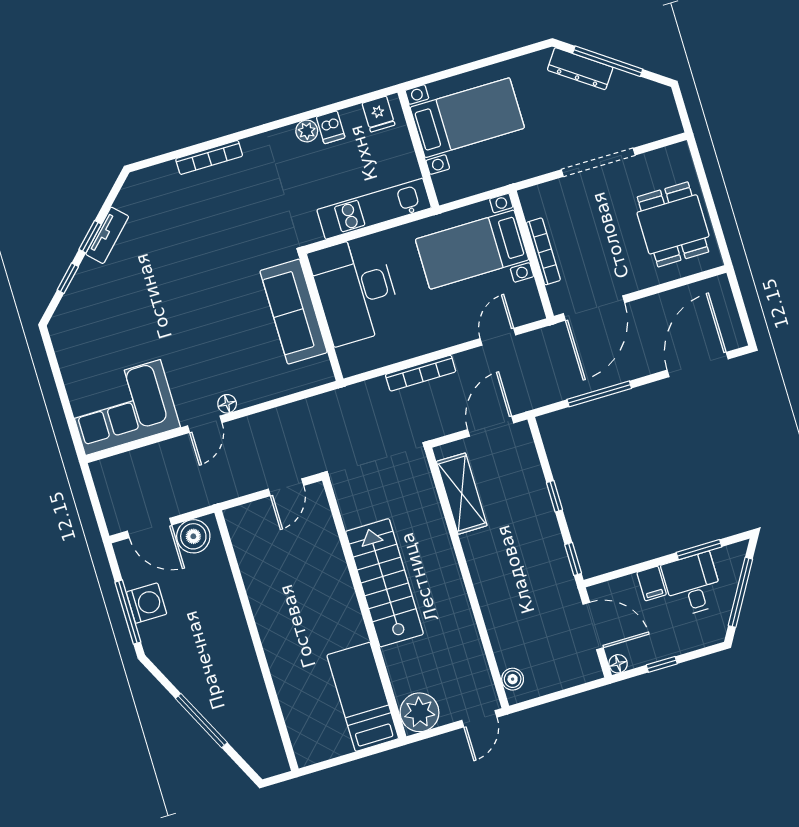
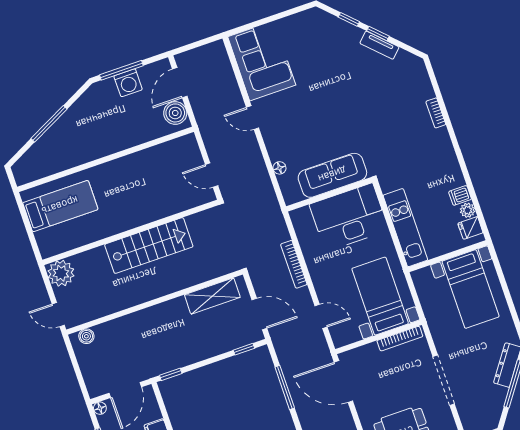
plant: (307, 131) -> (468, 210), moved
bookcase: (209, 157) -> (436, 113), width x0.64
bookcase: (543, 251) -> (400, 339), moved
floor lamp: (227, 404) -> (279, 168), moved
window: (554, 496) -> (244, 349), moved
bed: (363, 697) -> (60, 206), moved

